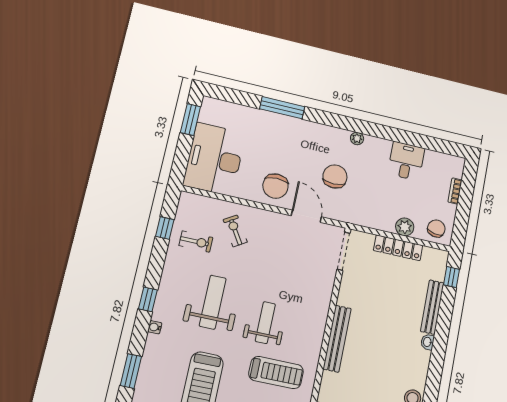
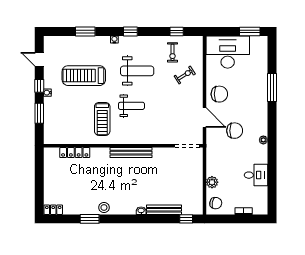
chair: (275, 186) -> (219, 94), turned 180
door: (306, 216) -> (204, 118), hinge flipped
locker: (398, 248) -> (197, 180), removed

